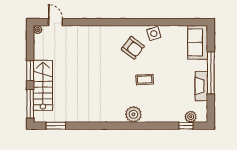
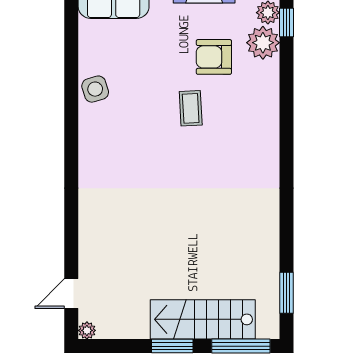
armchair: (133, 48) -> (214, 57), moved, turned -127
plant: (133, 114) -> (263, 43), moved

